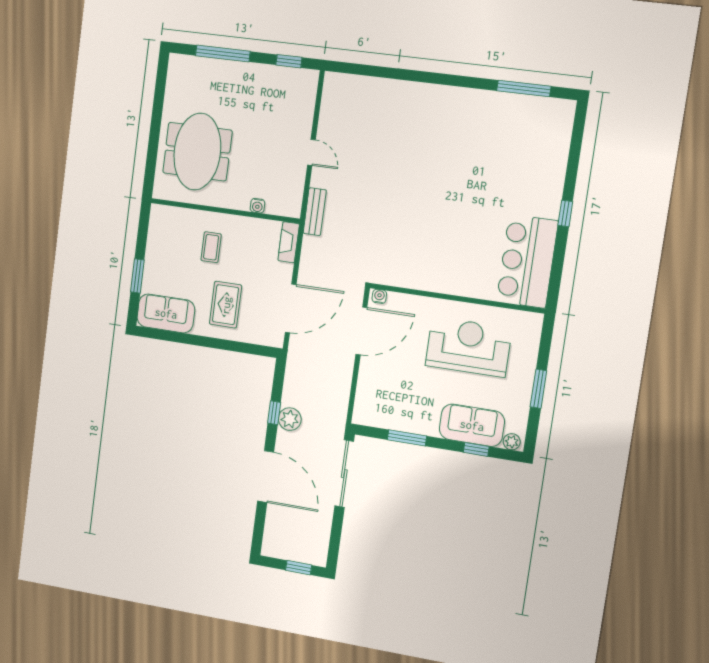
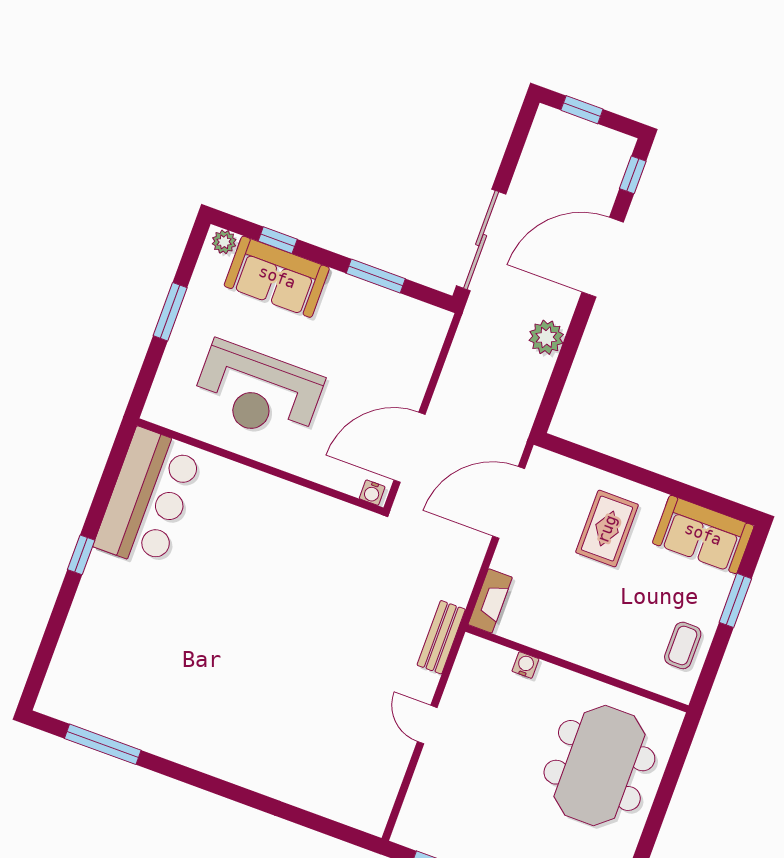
coffee table: (211, 247) -> (683, 645), moved
window: (274, 413) -> (633, 175), moved
door: (266, 477) -> (603, 257), hinge flipped

